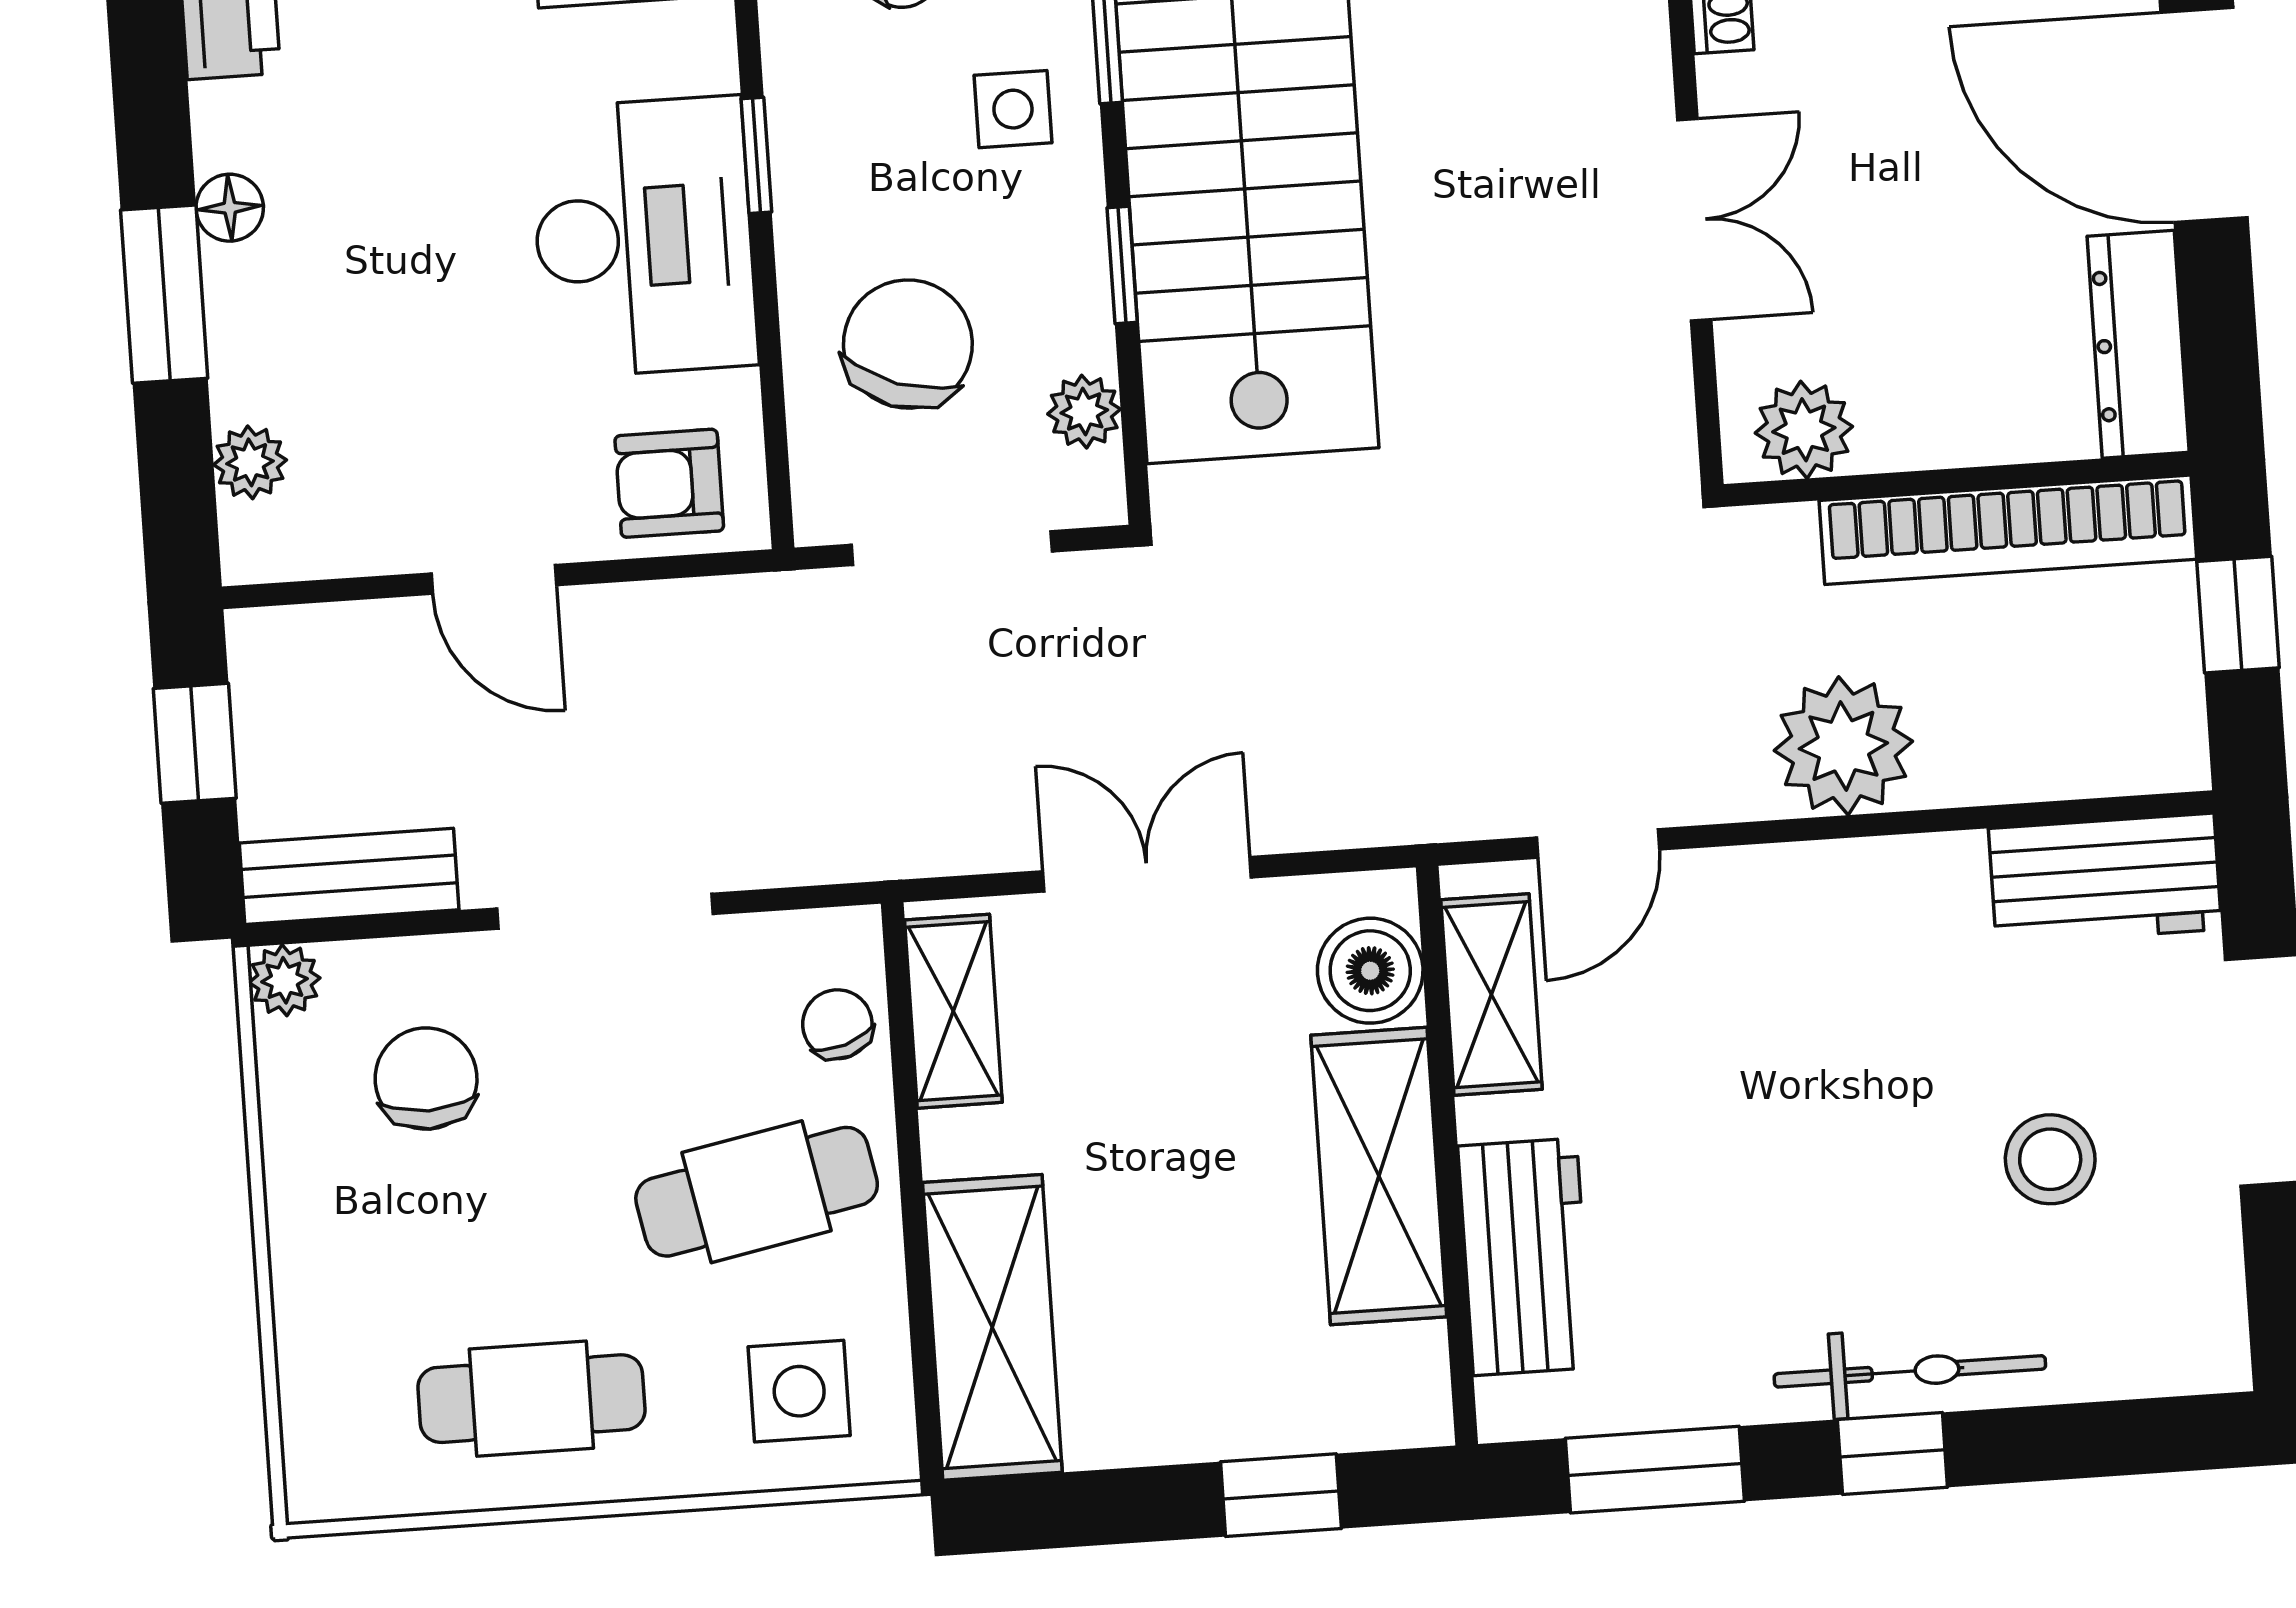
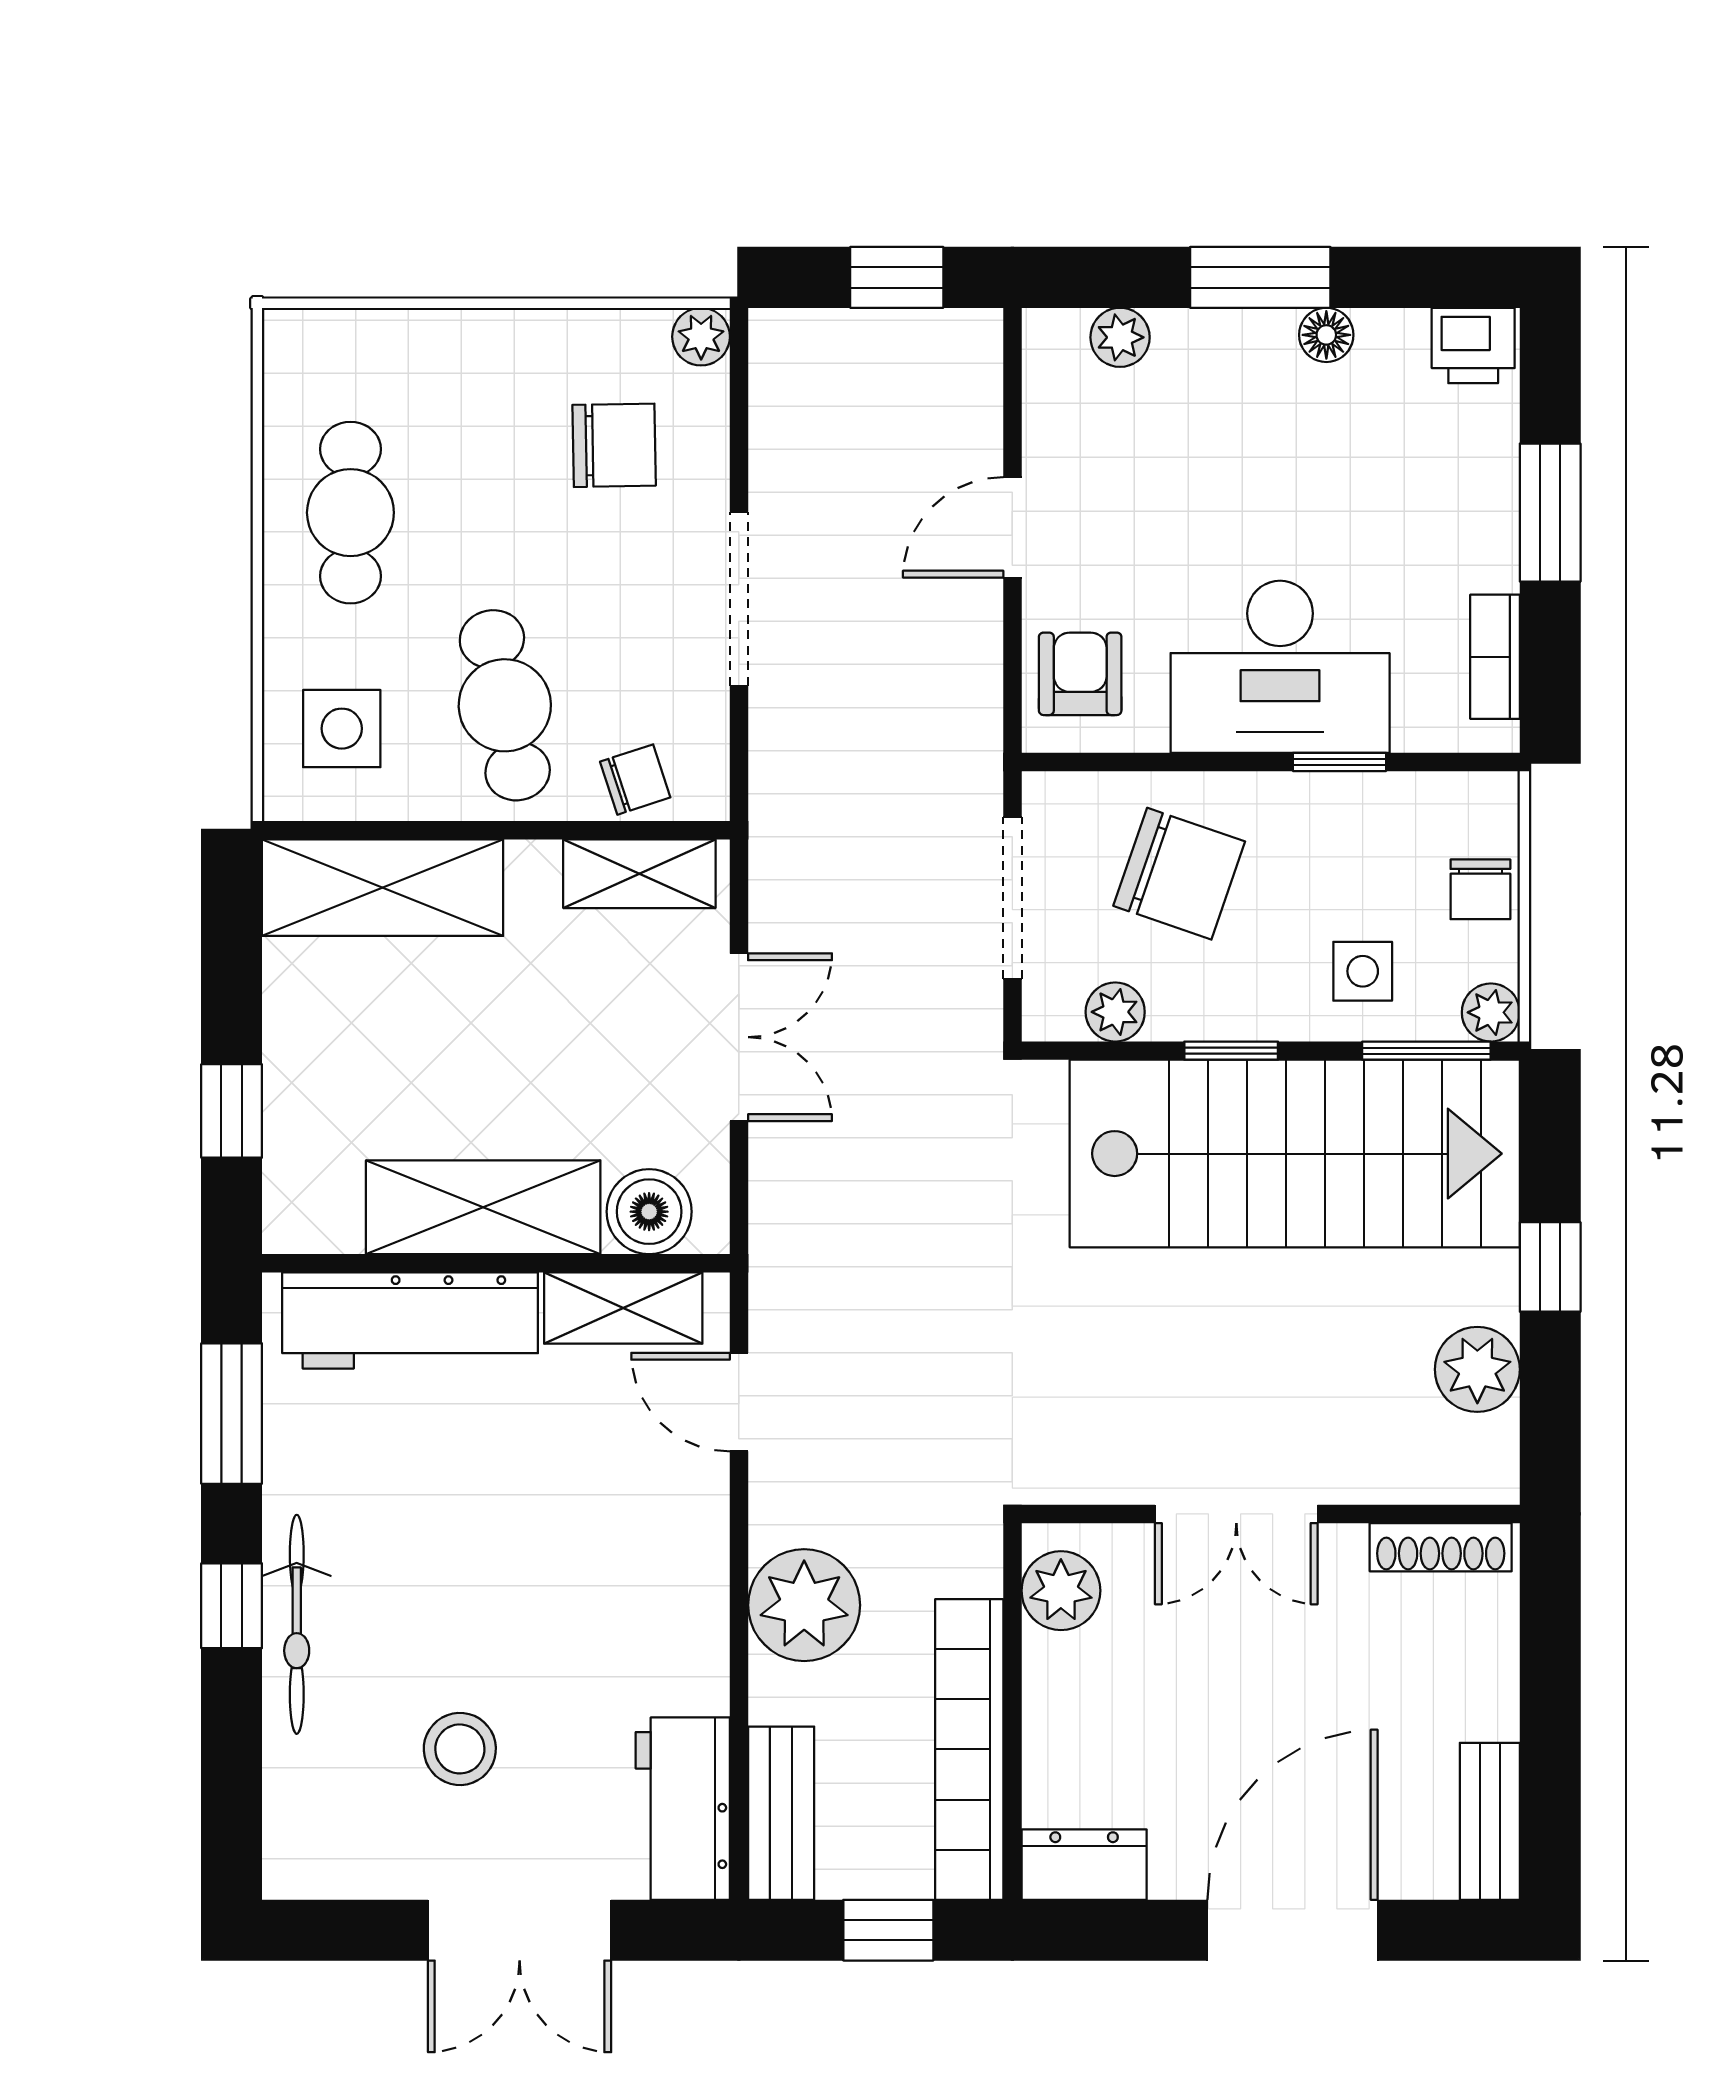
dresser: (2138, 344) -> (1084, 1865), width x0.70
bench: (349, 876) -> (781, 1813), moved
workbench: (1525, 1257) -> (410, 1320), width x1.38

